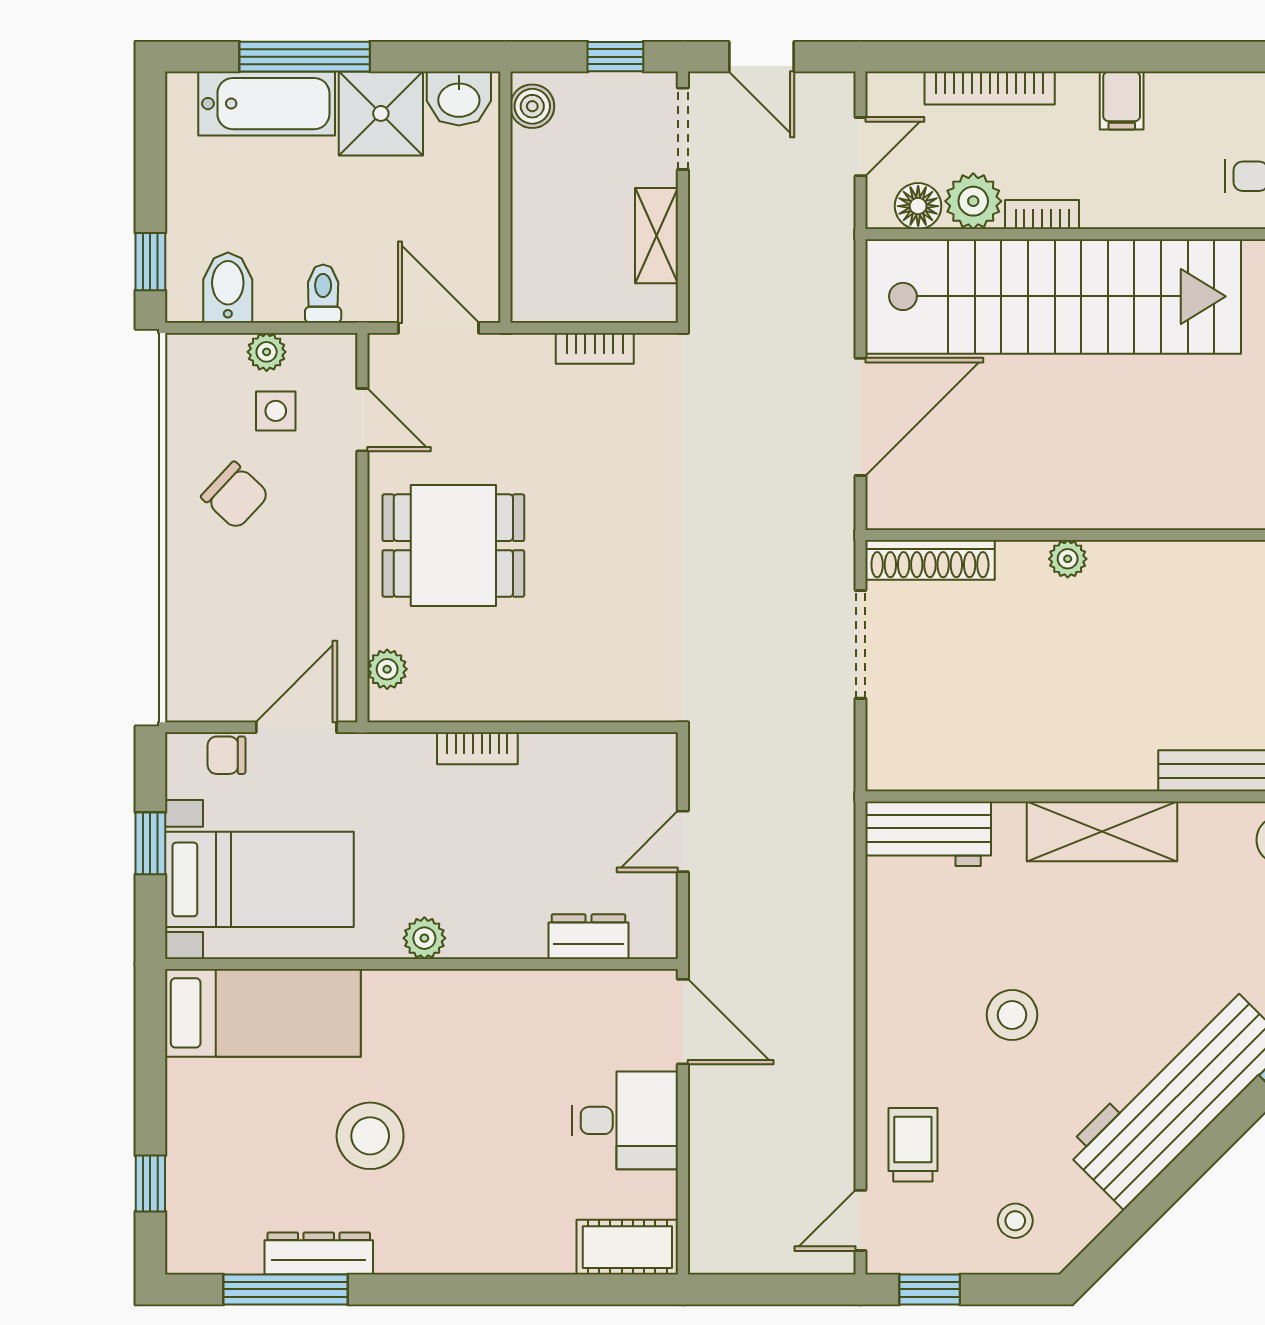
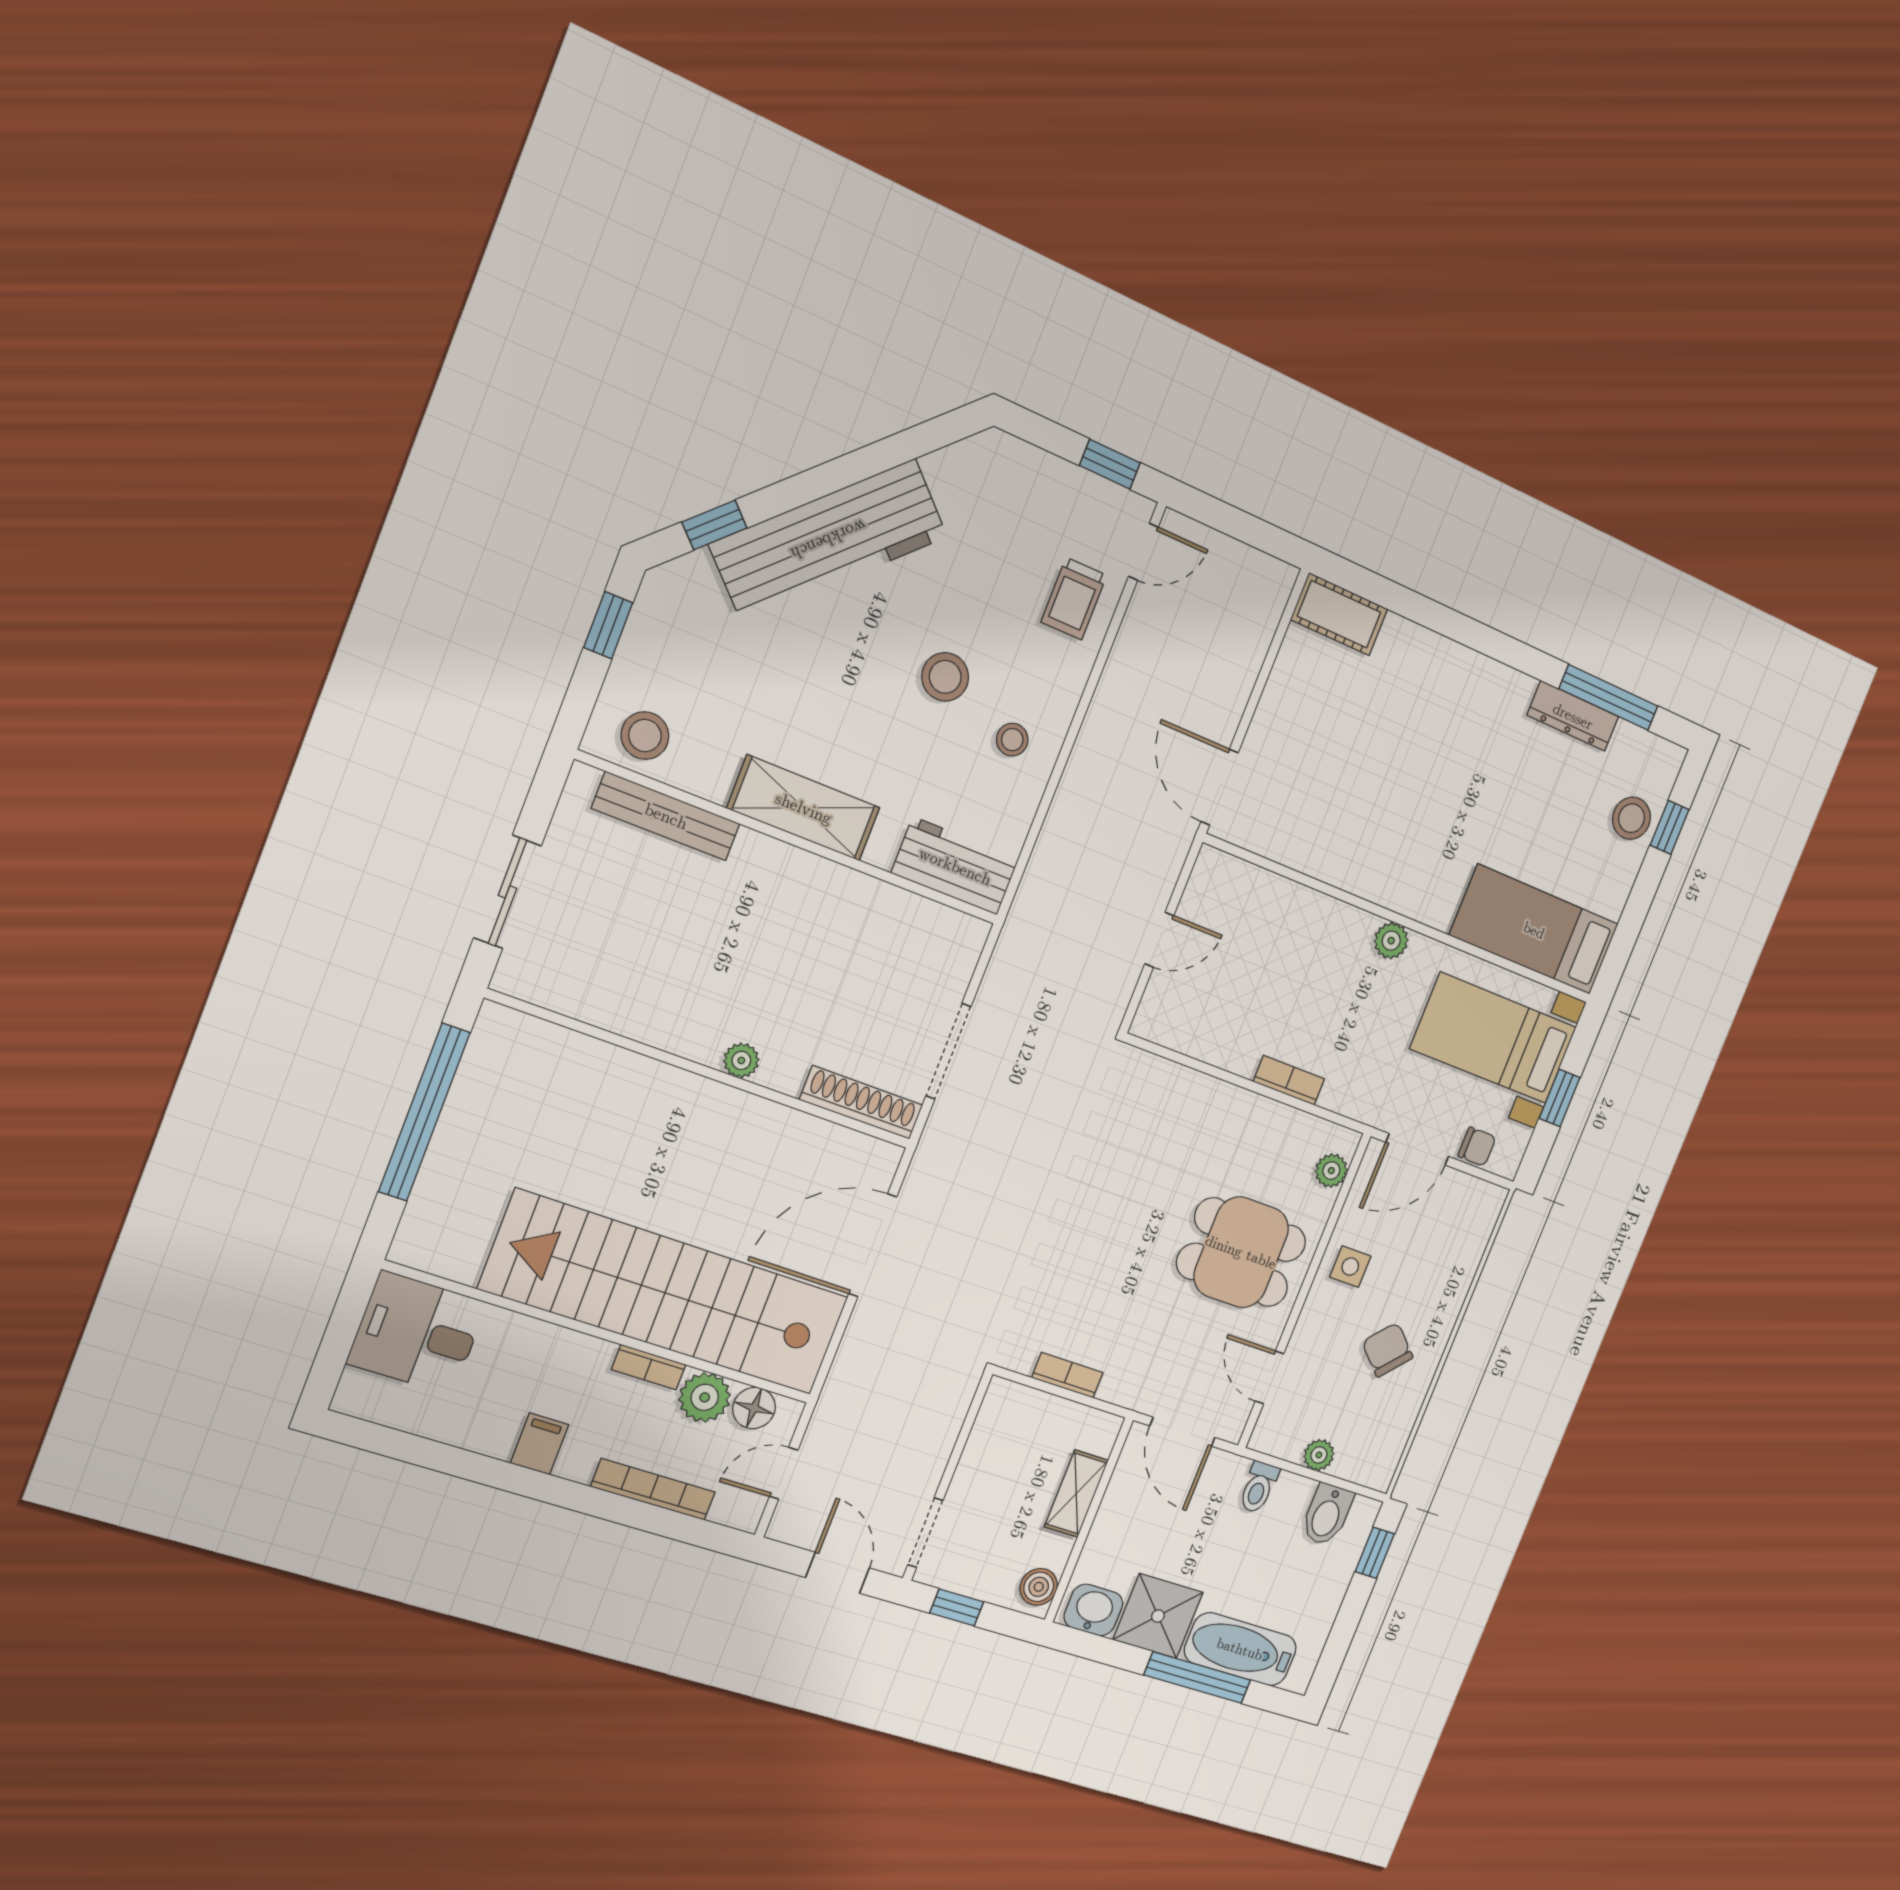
shelving: (657, 236) -> (1076, 1494), moved
side table: (276, 411) -> (1350, 1267), moved
dresser: (589, 937) -> (1265, 890), removed
desk: (625, 1120) -> (1298, 723), removed
stool: (370, 1136) -> (1632, 818), moved, width x0.73, depth x0.73
stool: (1015, 1221) -> (1012, 740), moved

